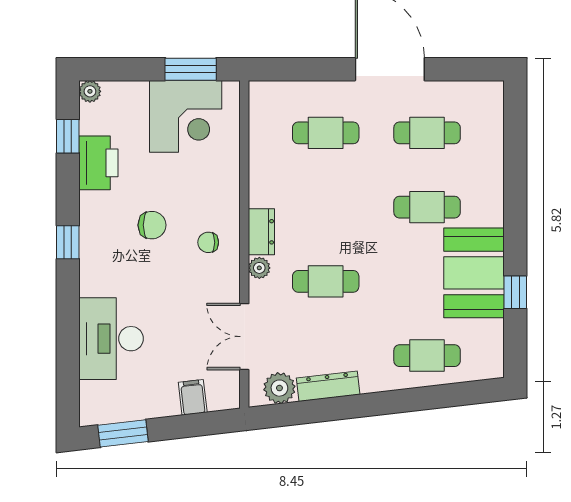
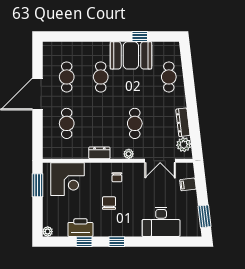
corner desk: (186, 116) -> (67, 179), moved, turned 90
window: (68, 136) -> (84, 242), moved
dresser: (261, 232) -> (99, 153), moved

